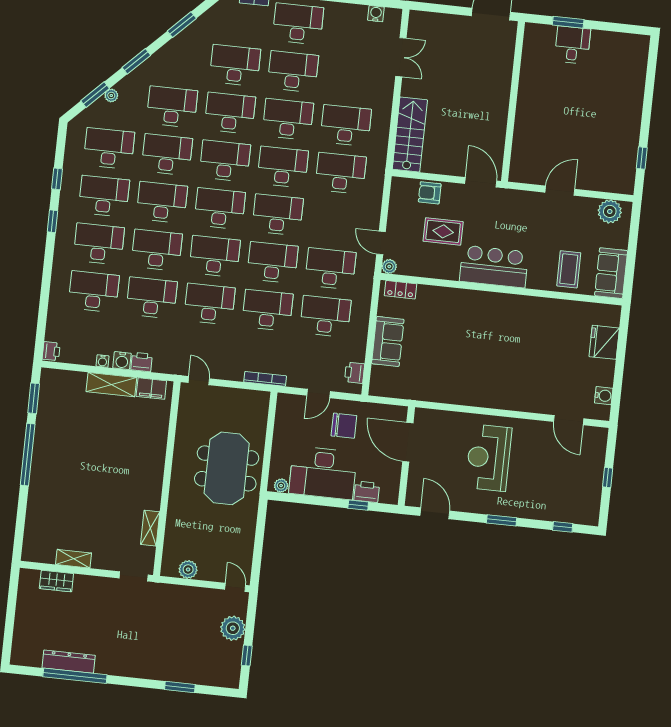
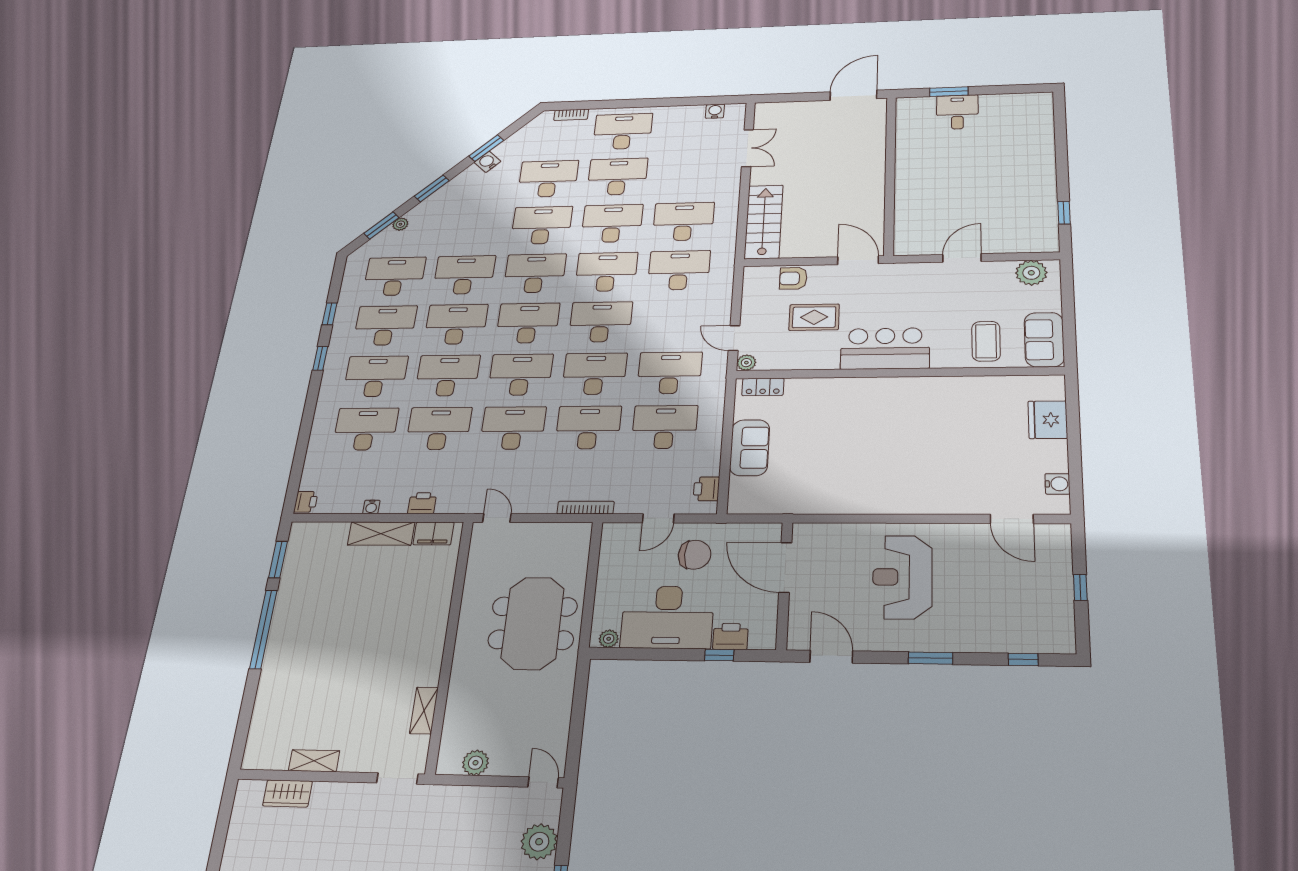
desk: (172, 107) -> (472, 227), removed
water cooler: (122, 361) -> (488, 162), moved, turned 135

